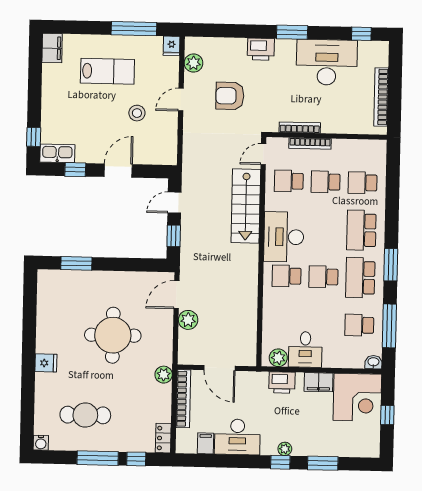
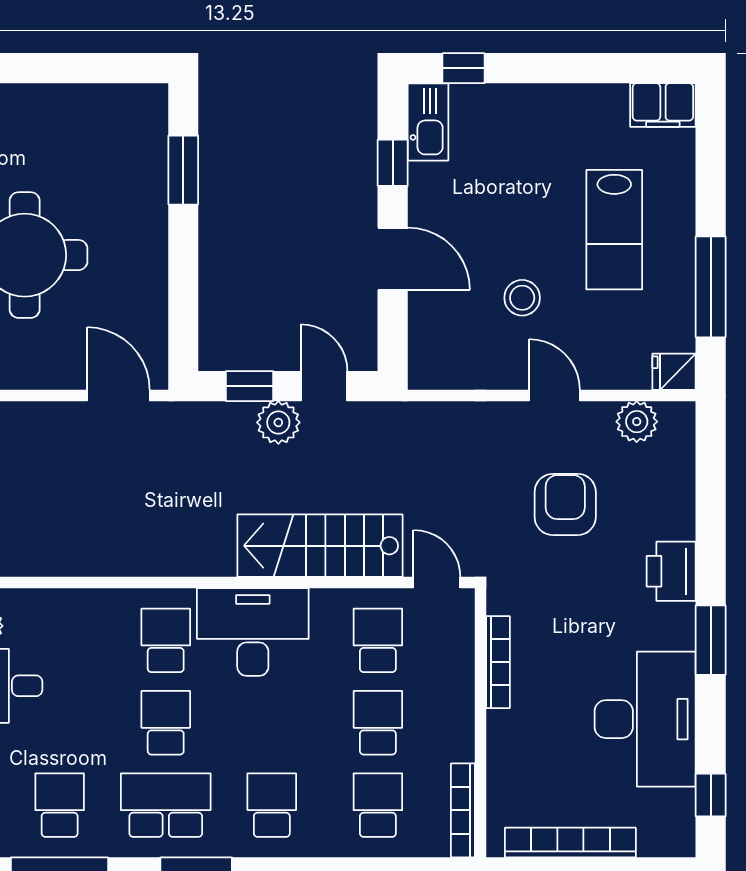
bookcase: (310, 143) -> (463, 810), moved
school desk: (361, 230) -> (272, 805), width x0.54
plant: (188, 320) -> (278, 422), moved

